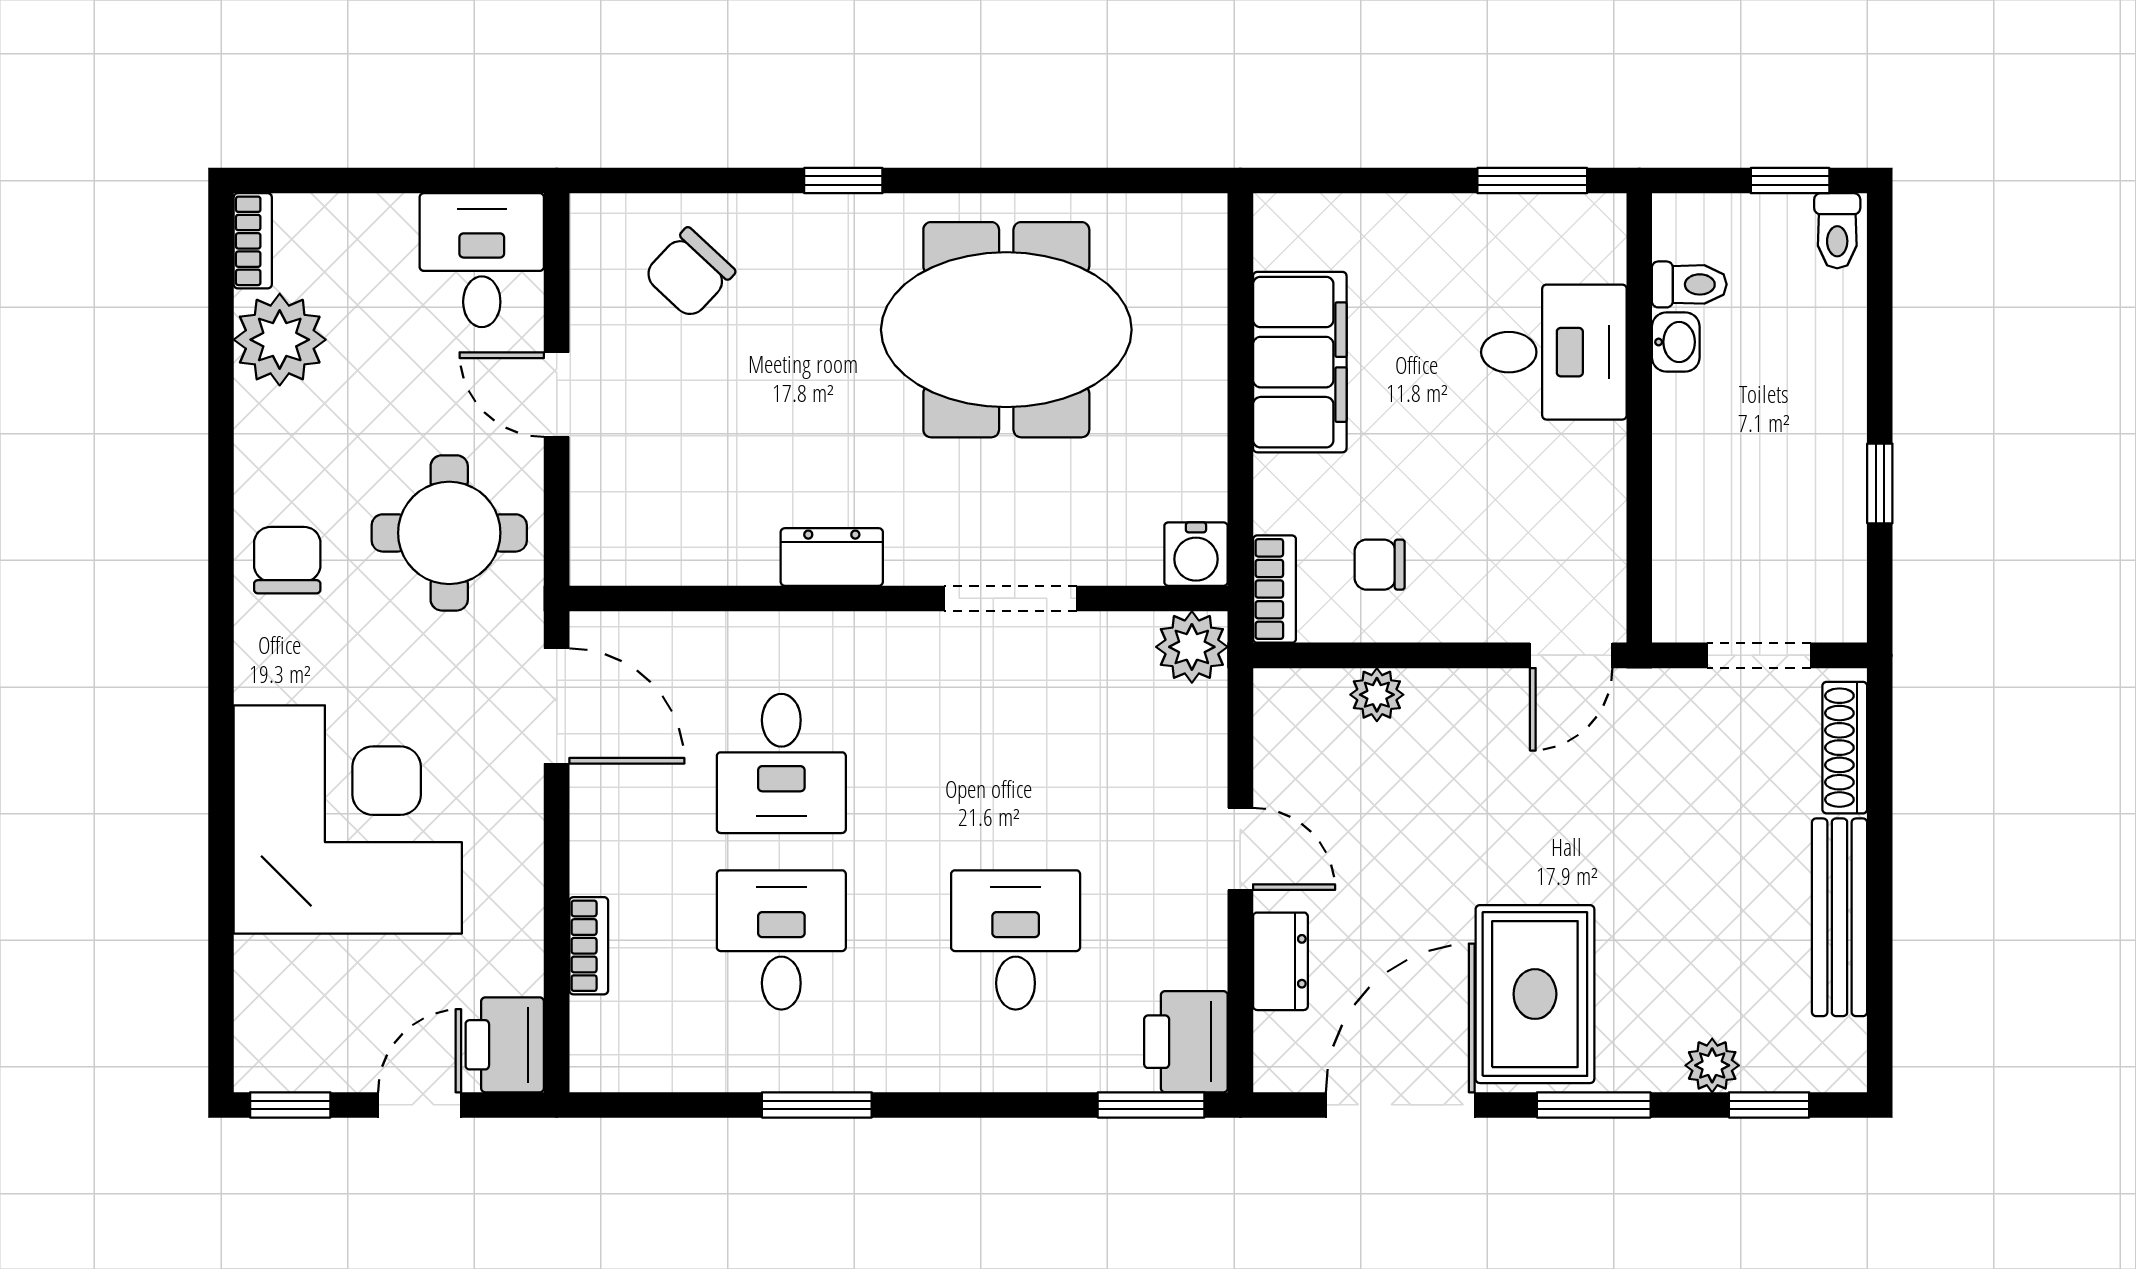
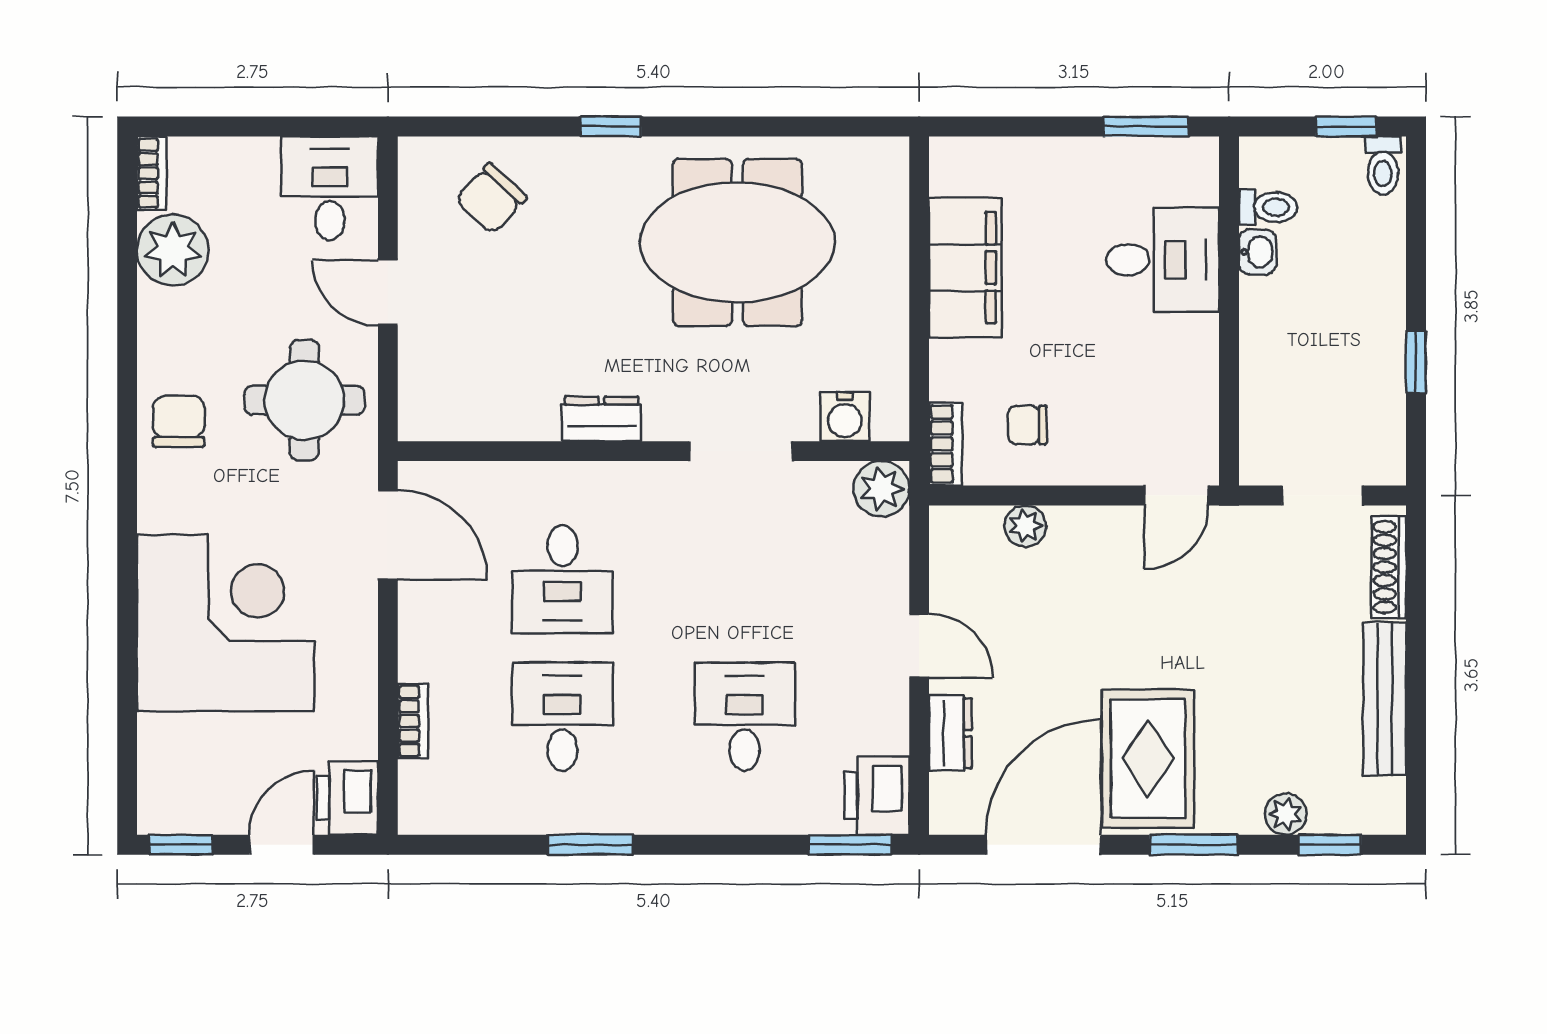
water cooler: (1196, 554) -> (845, 417), moved

